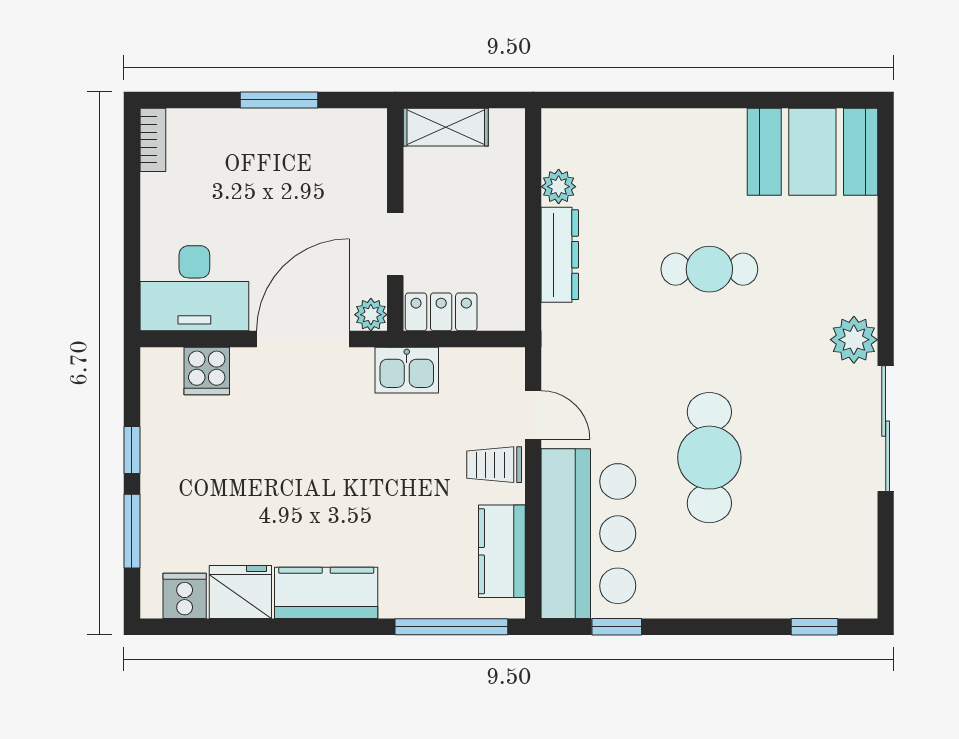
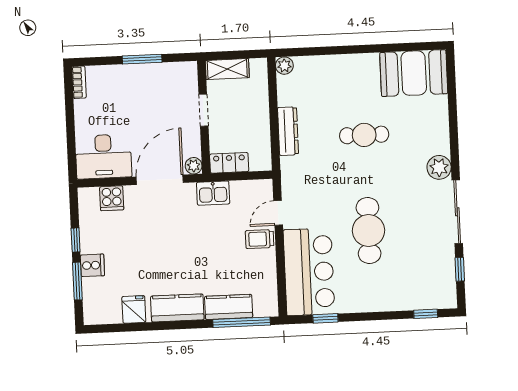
plant: (559, 187) -> (284, 66), moved
doorway: (395, 244) -> (204, 110), moved
door: (533, 415) -> (278, 213), swing flipped
window: (886, 542) -> (460, 269), added
kitchen counter: (502, 551) -> (229, 307), moved, turned 90
fridge: (240, 592) -> (134, 309), width x0.72
cooker: (185, 596) -> (92, 265), moved, turned 90

